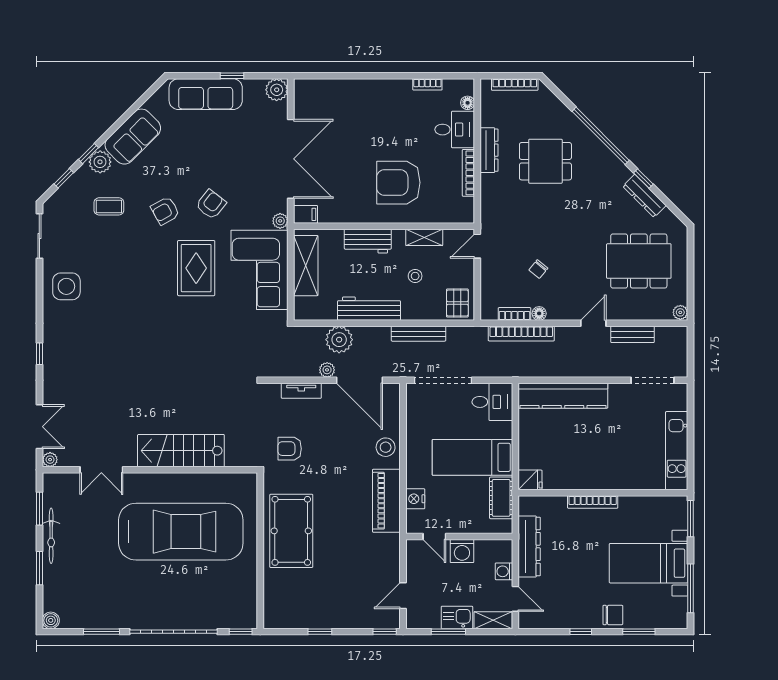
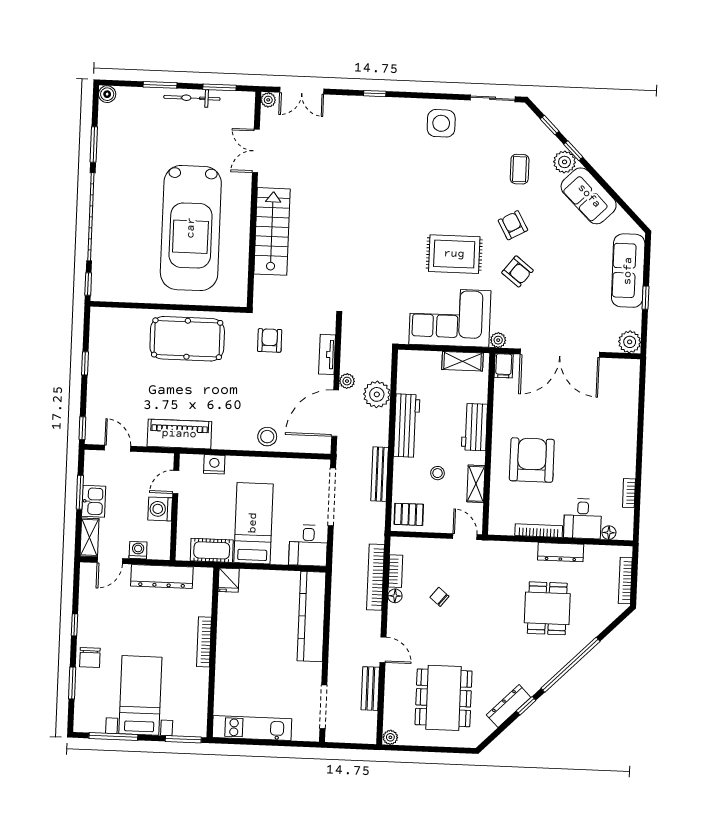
shelving: (306, 266) -> (463, 361), width x0.67, depth x0.75
piano: (386, 501) -> (179, 434), moved

